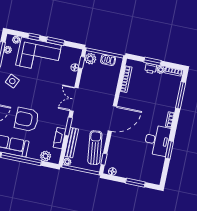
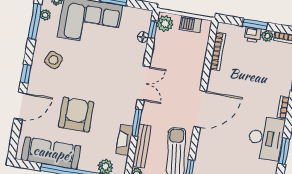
double door: (74, 99) -> (144, 83), swing flipped
armchair: (27, 119) -> (76, 115), turned 90

